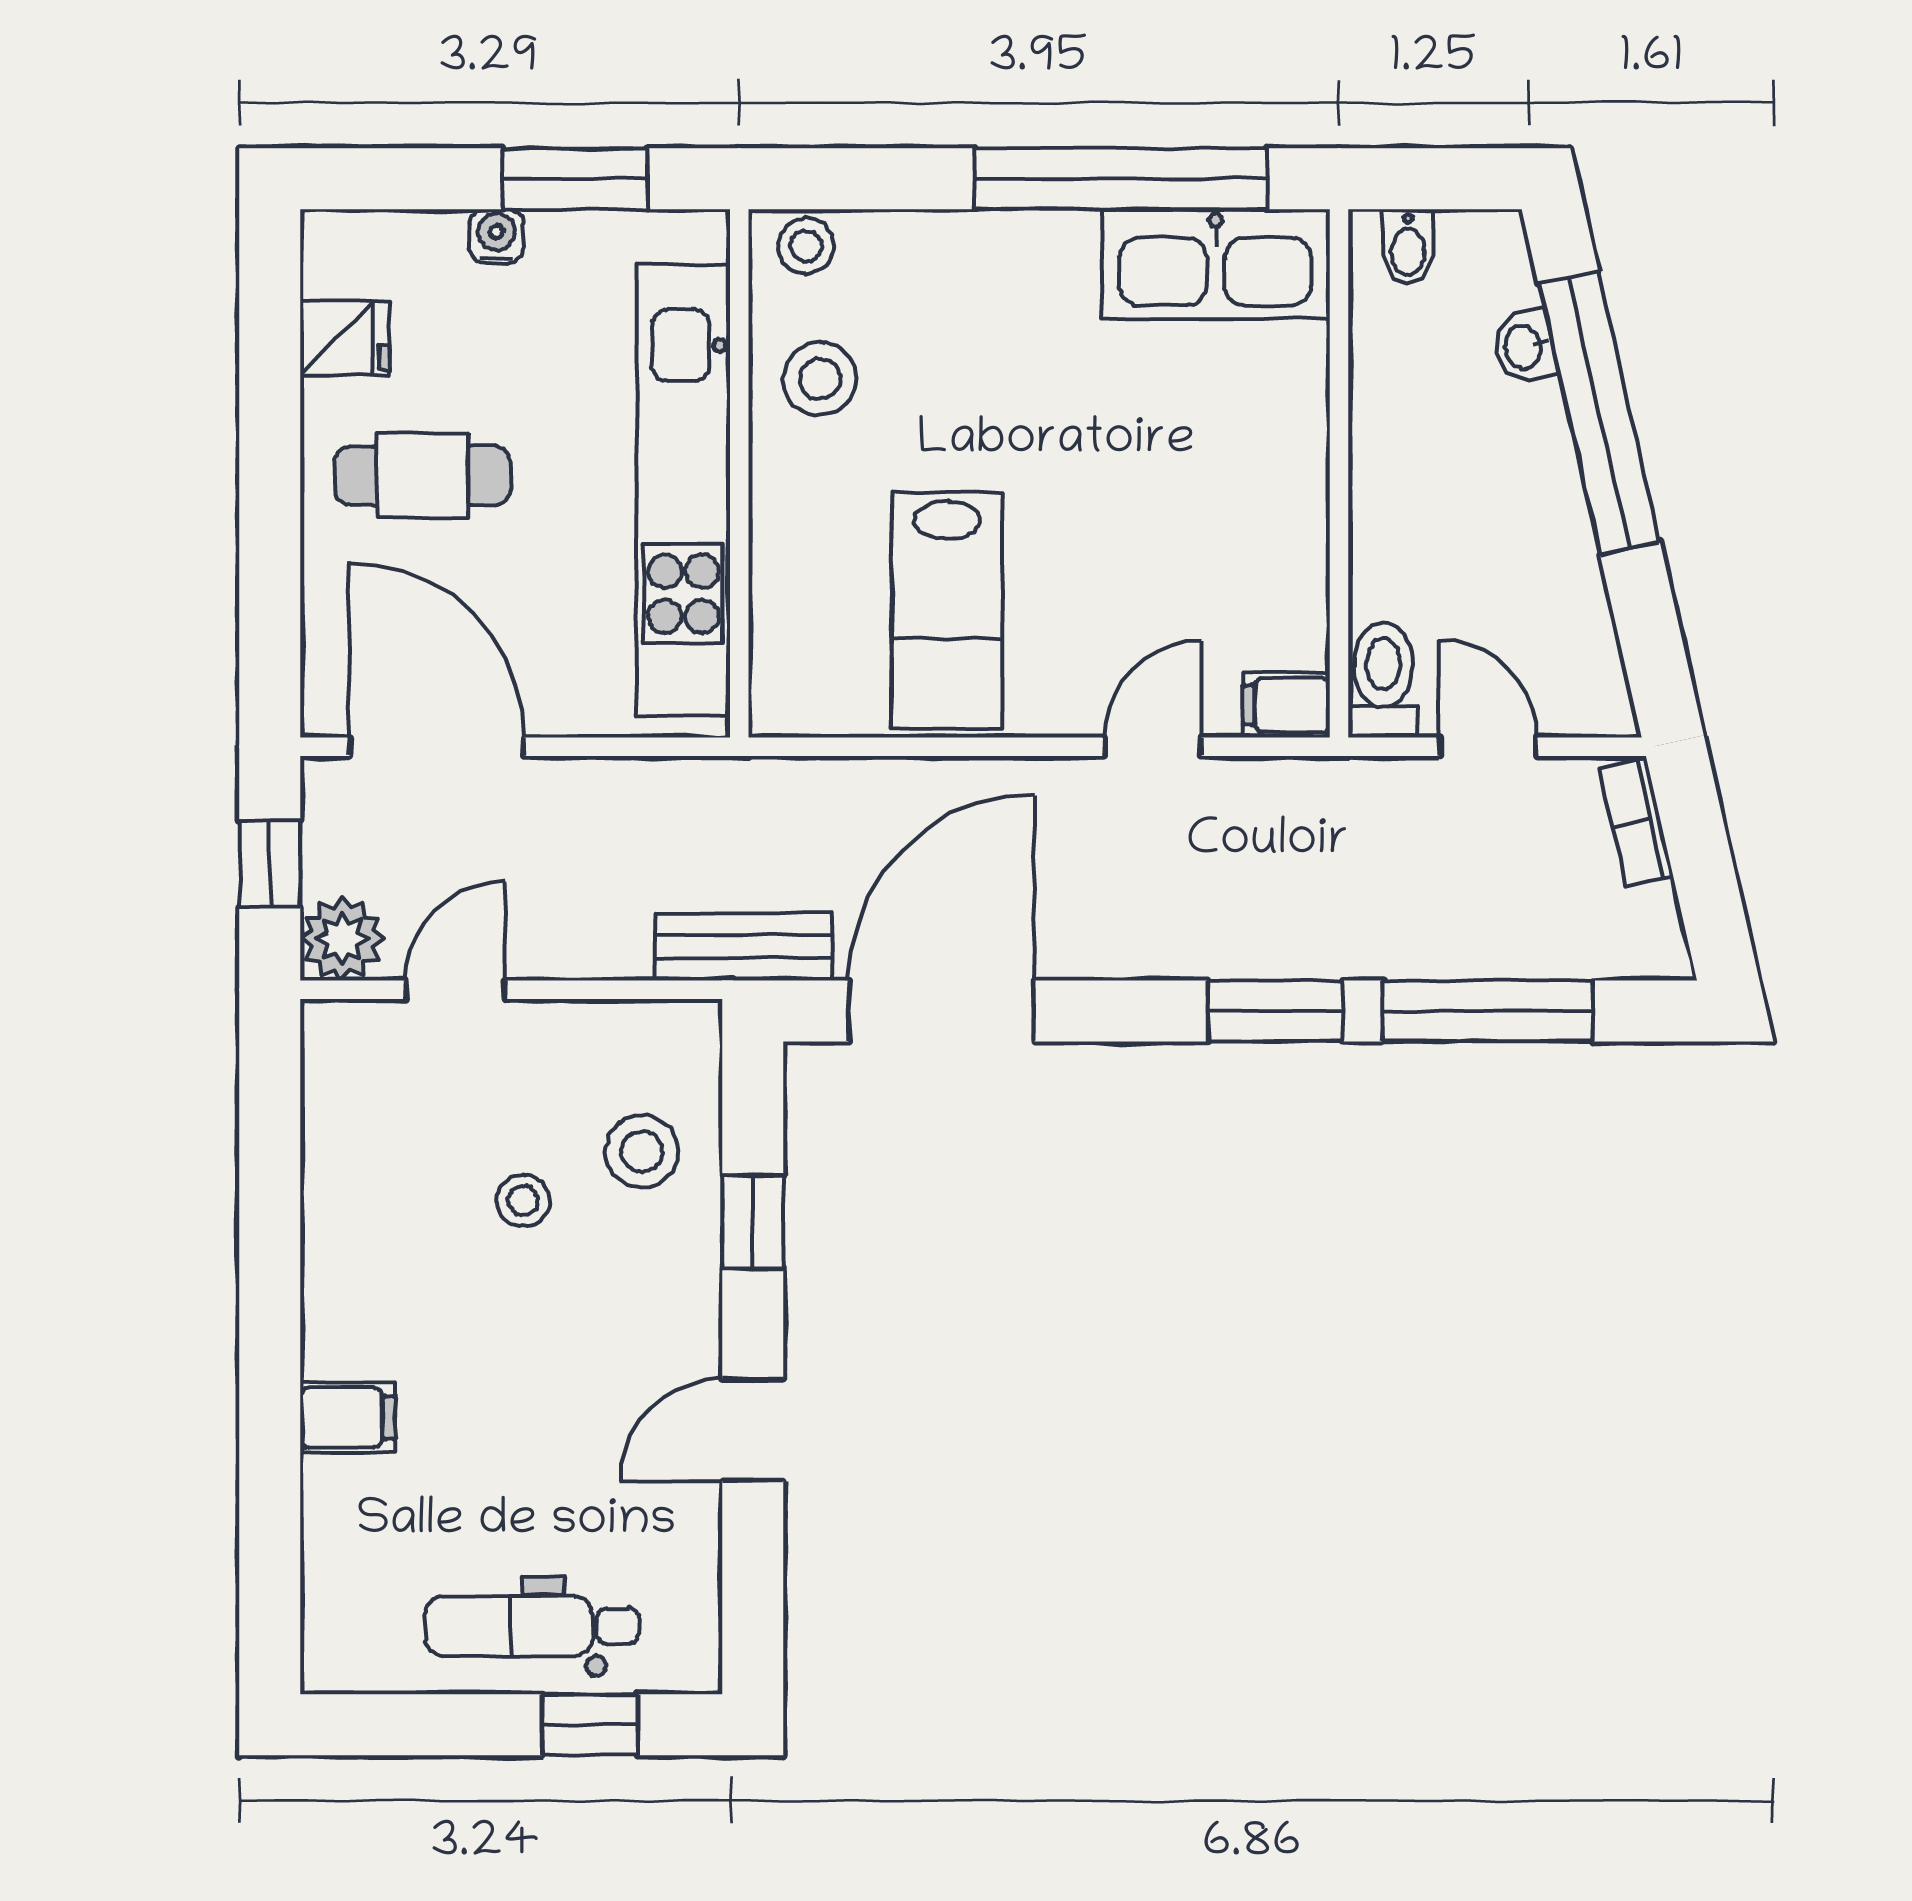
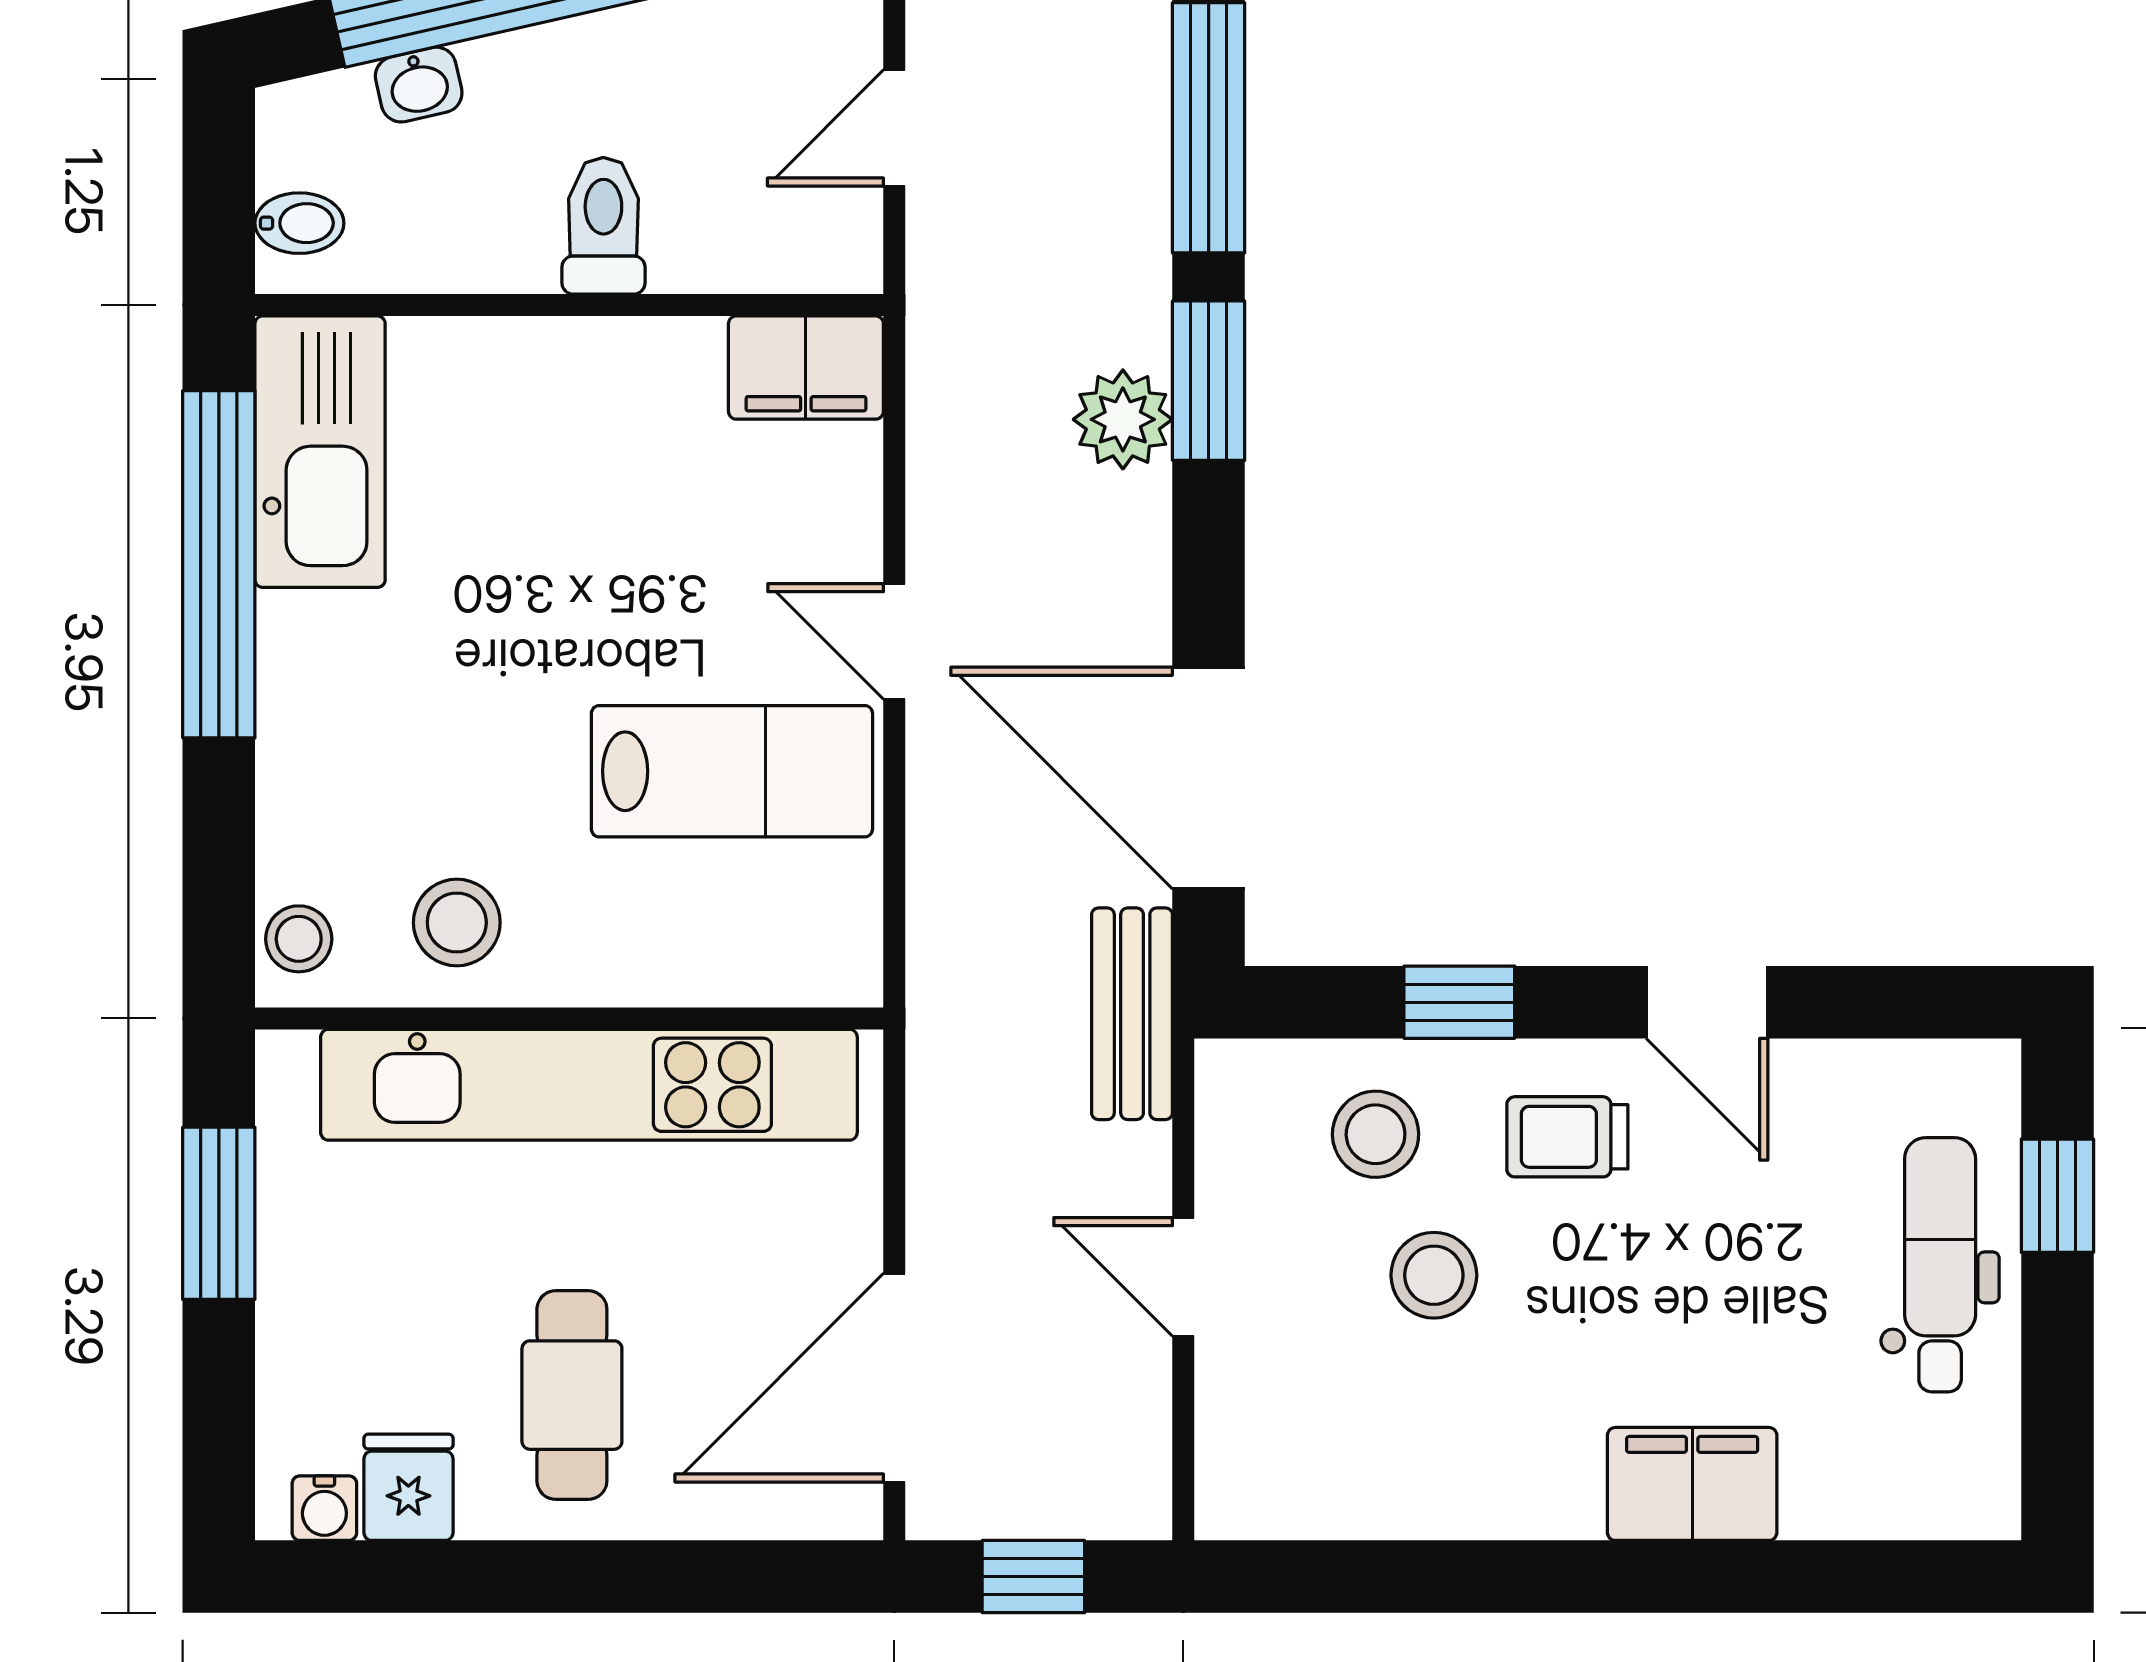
water cooler: (496, 236) -> (324, 1508), moved, turned -90
toilet: (1383, 680) -> (603, 226), moved, turned 90
filing cabinet: (1286, 705) -> (806, 368), width x2.00
door: (1153, 747) -> (894, 641), moved
plant: (342, 939) -> (1123, 419), moved
door: (455, 990) -> (1183, 1277), moved
stool: (523, 1200) -> (1434, 1275), width x1.37, depth x1.37
trolley: (640, 1313) -> (1567, 1137), added
filing cabinet: (348, 1418) -> (1692, 1484), width x2.00
dental chair: (532, 1626) -> (1940, 1265), turned 180

